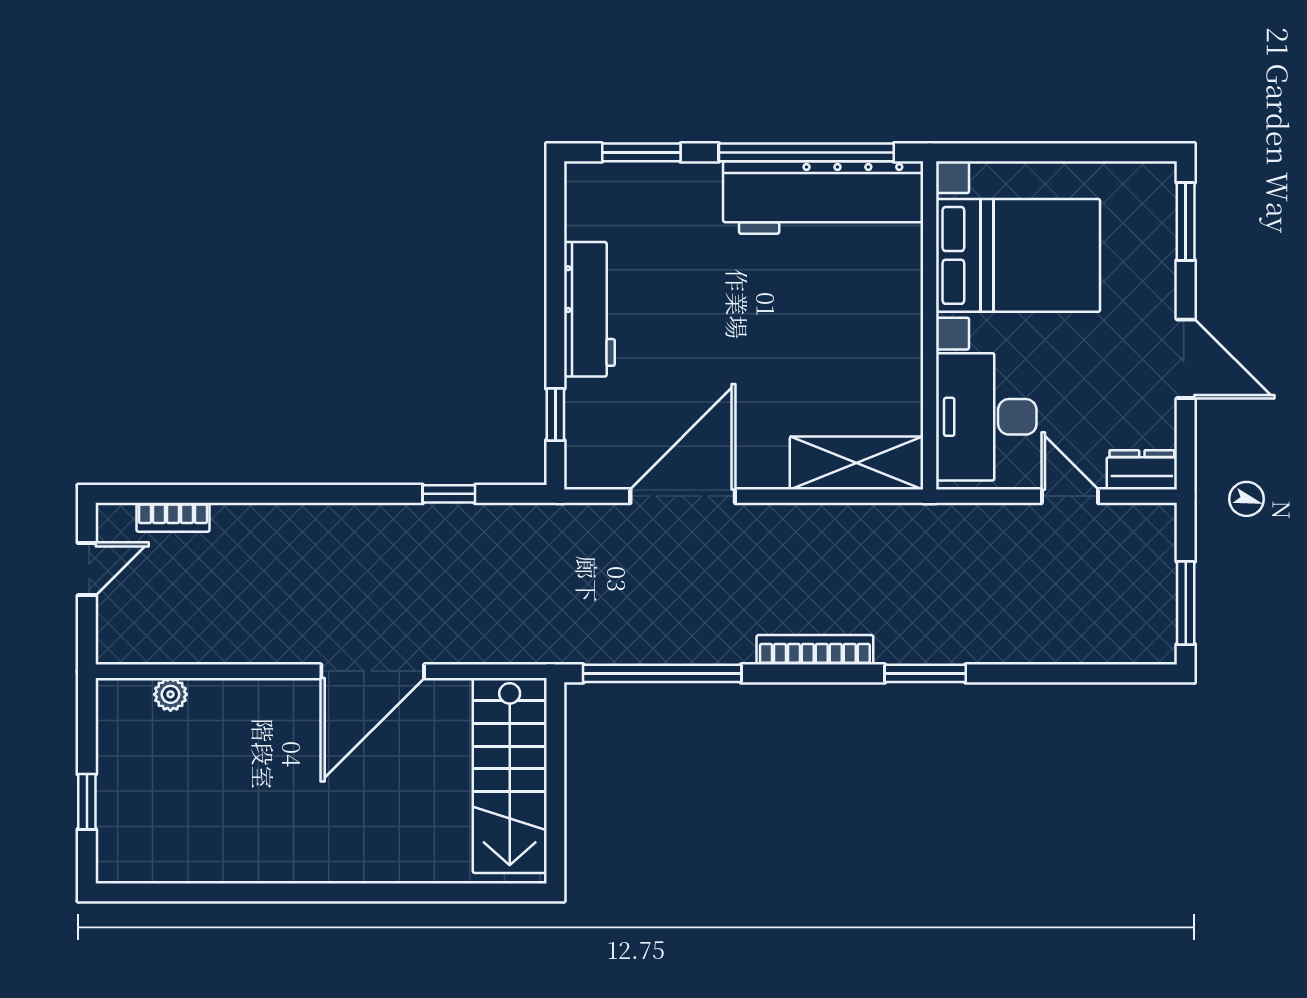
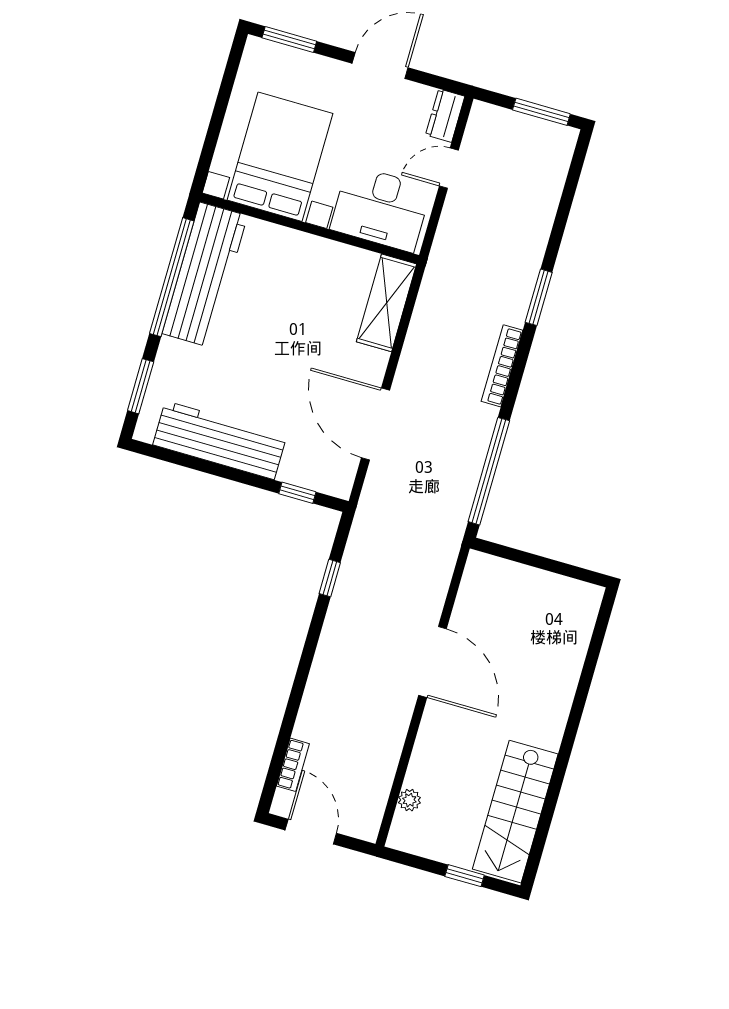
workbench: (589, 309) -> (220, 440), width x1.36, depth x1.32
door: (87, 569) -> (311, 832), width x1.38
stairs: (510, 775) -> (515, 812), moved, turned 90

